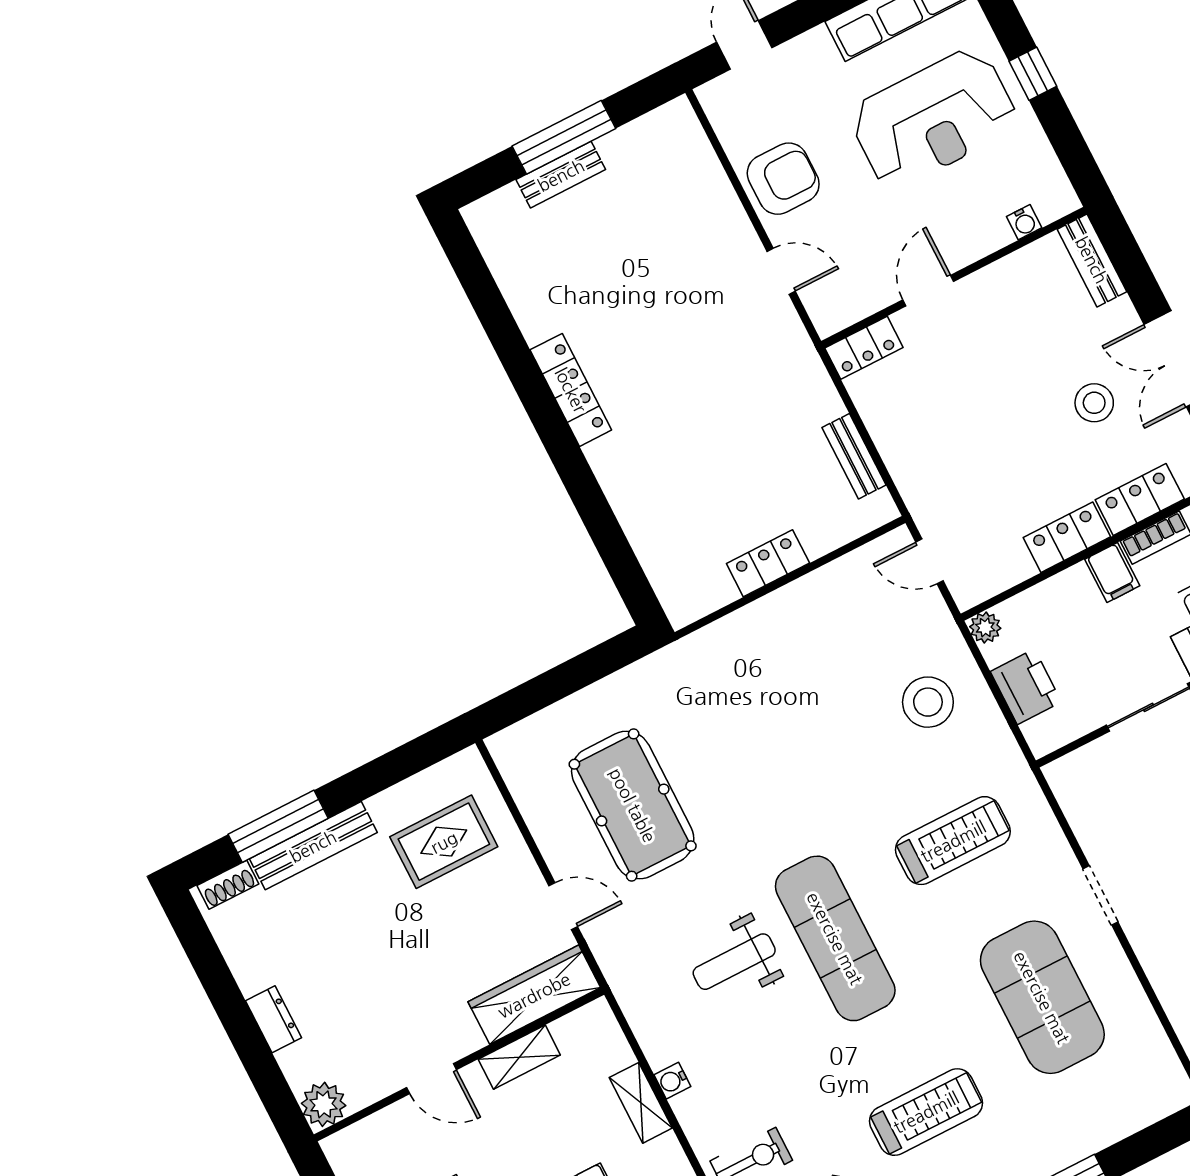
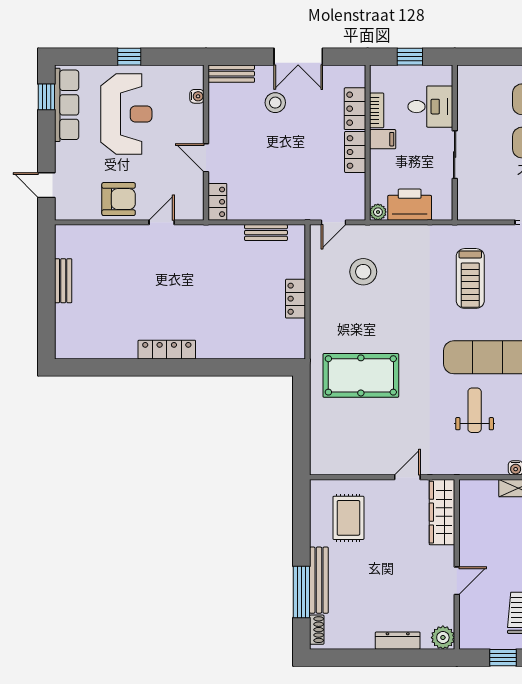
window: (564, 137) -> (46, 292), removed
bench: (561, 175) -> (63, 281), moved
armchair: (783, 179) -> (119, 199), turned 90
stool: (1094, 403) -> (275, 103), moved
printer: (1026, 687) -> (410, 205), width x1.37, depth x1.19
stool: (928, 702) -> (363, 272), moved
pool table: (633, 805) -> (361, 375), moved
treadmill: (953, 841) -> (470, 278), turned 180
weight bench: (734, 962) -> (475, 410), turned 180
dresser: (273, 1019) -> (398, 641), width x1.44
shelving: (519, 1057) -> (468, 534), removed

